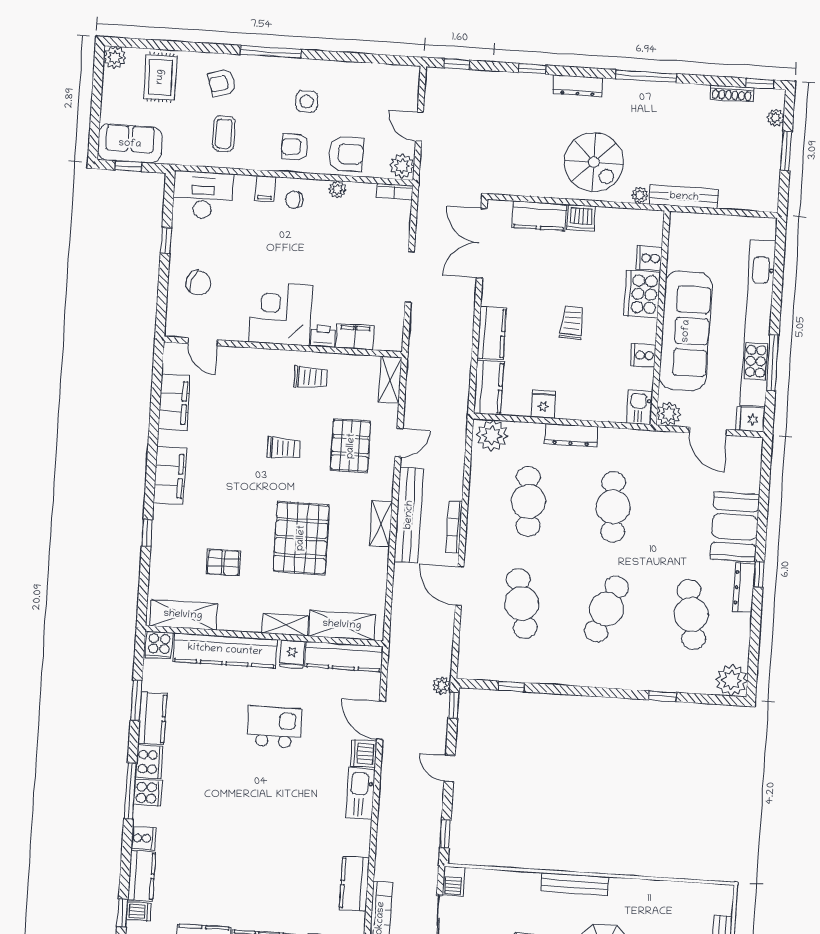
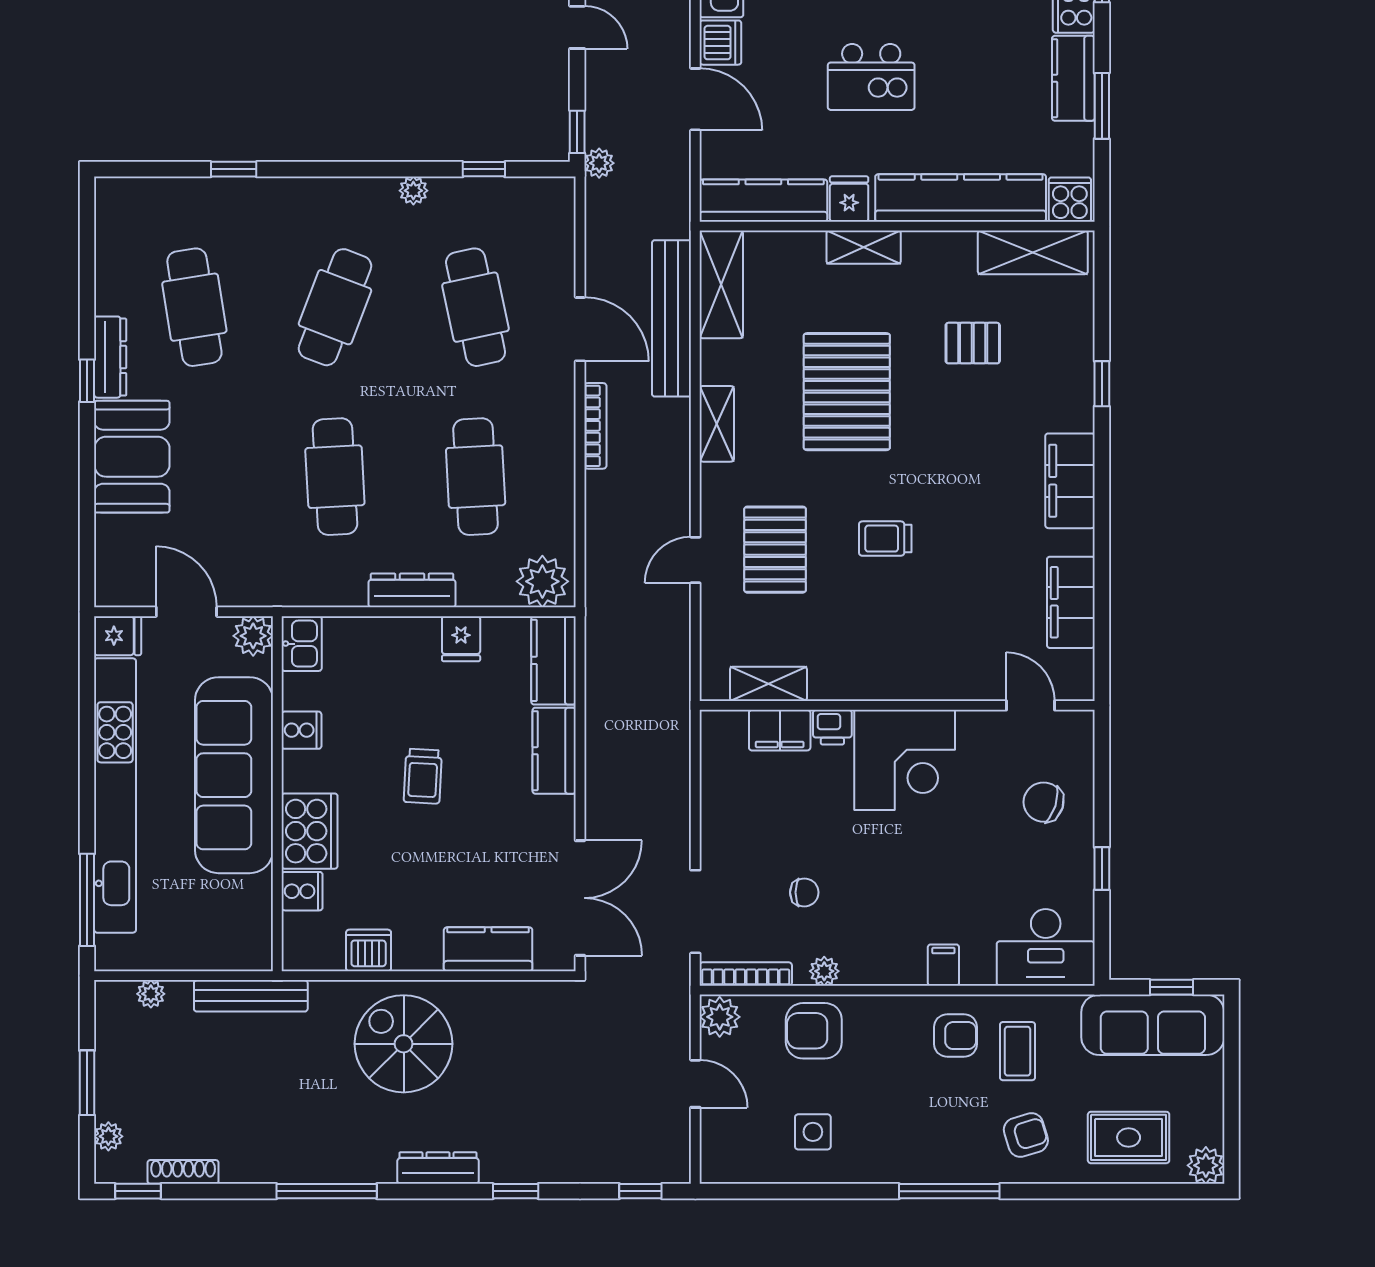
rug: (160, 77) -> (1129, 1137), turned 90
side table: (307, 101) -> (813, 1132), moved
sofa: (130, 144) -> (1153, 1025), width x1.36
armchair: (295, 147) -> (956, 1036), moved
bookcase: (395, 192) -> (746, 974), width x1.56
plant: (640, 195) -> (151, 994), moved
chair: (294, 200) -> (804, 892), moved
dishwasher: (581, 218) -> (369, 950), moved
doorway: (410, 277) -> (695, 912), moved
window: (773, 363) -> (87, 900), moved
trolley: (311, 377) -> (848, 658), removed
shelving: (390, 380) -> (768, 684), moved, turned 90
bench: (409, 515) -> (672, 318), moved
shelving: (342, 625) -> (721, 284), moved, turned 90
plant: (732, 680) -> (413, 191), moved, width x0.53, depth x0.53

